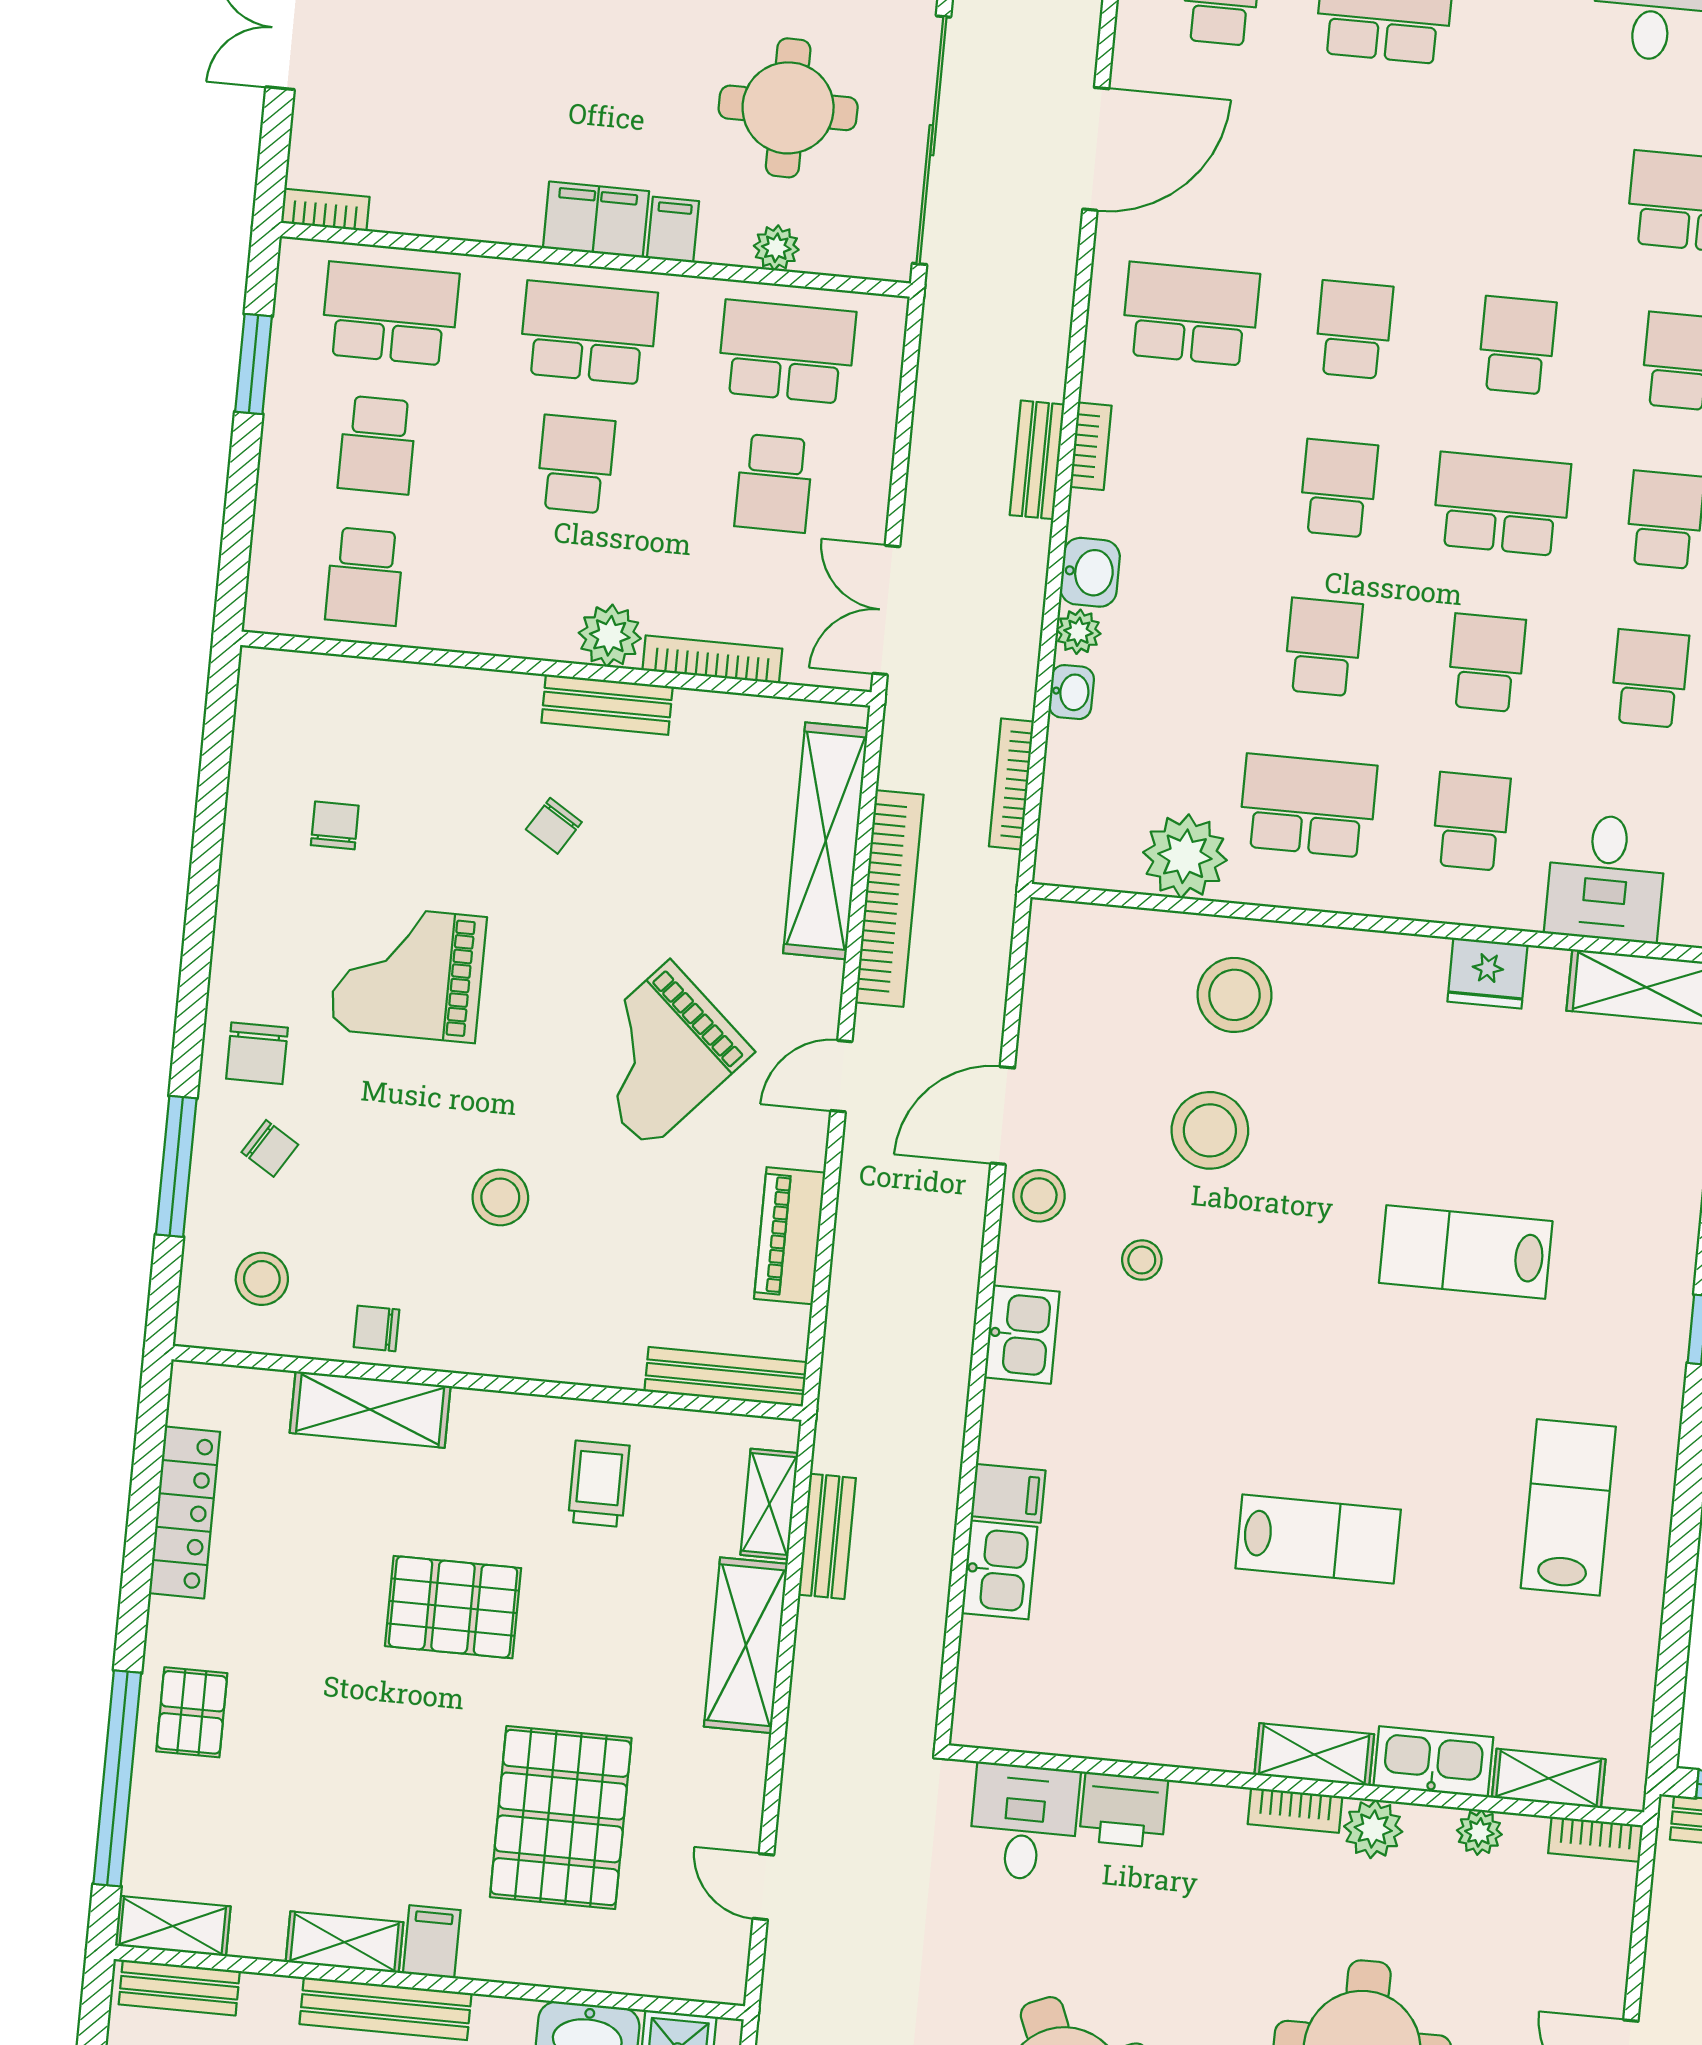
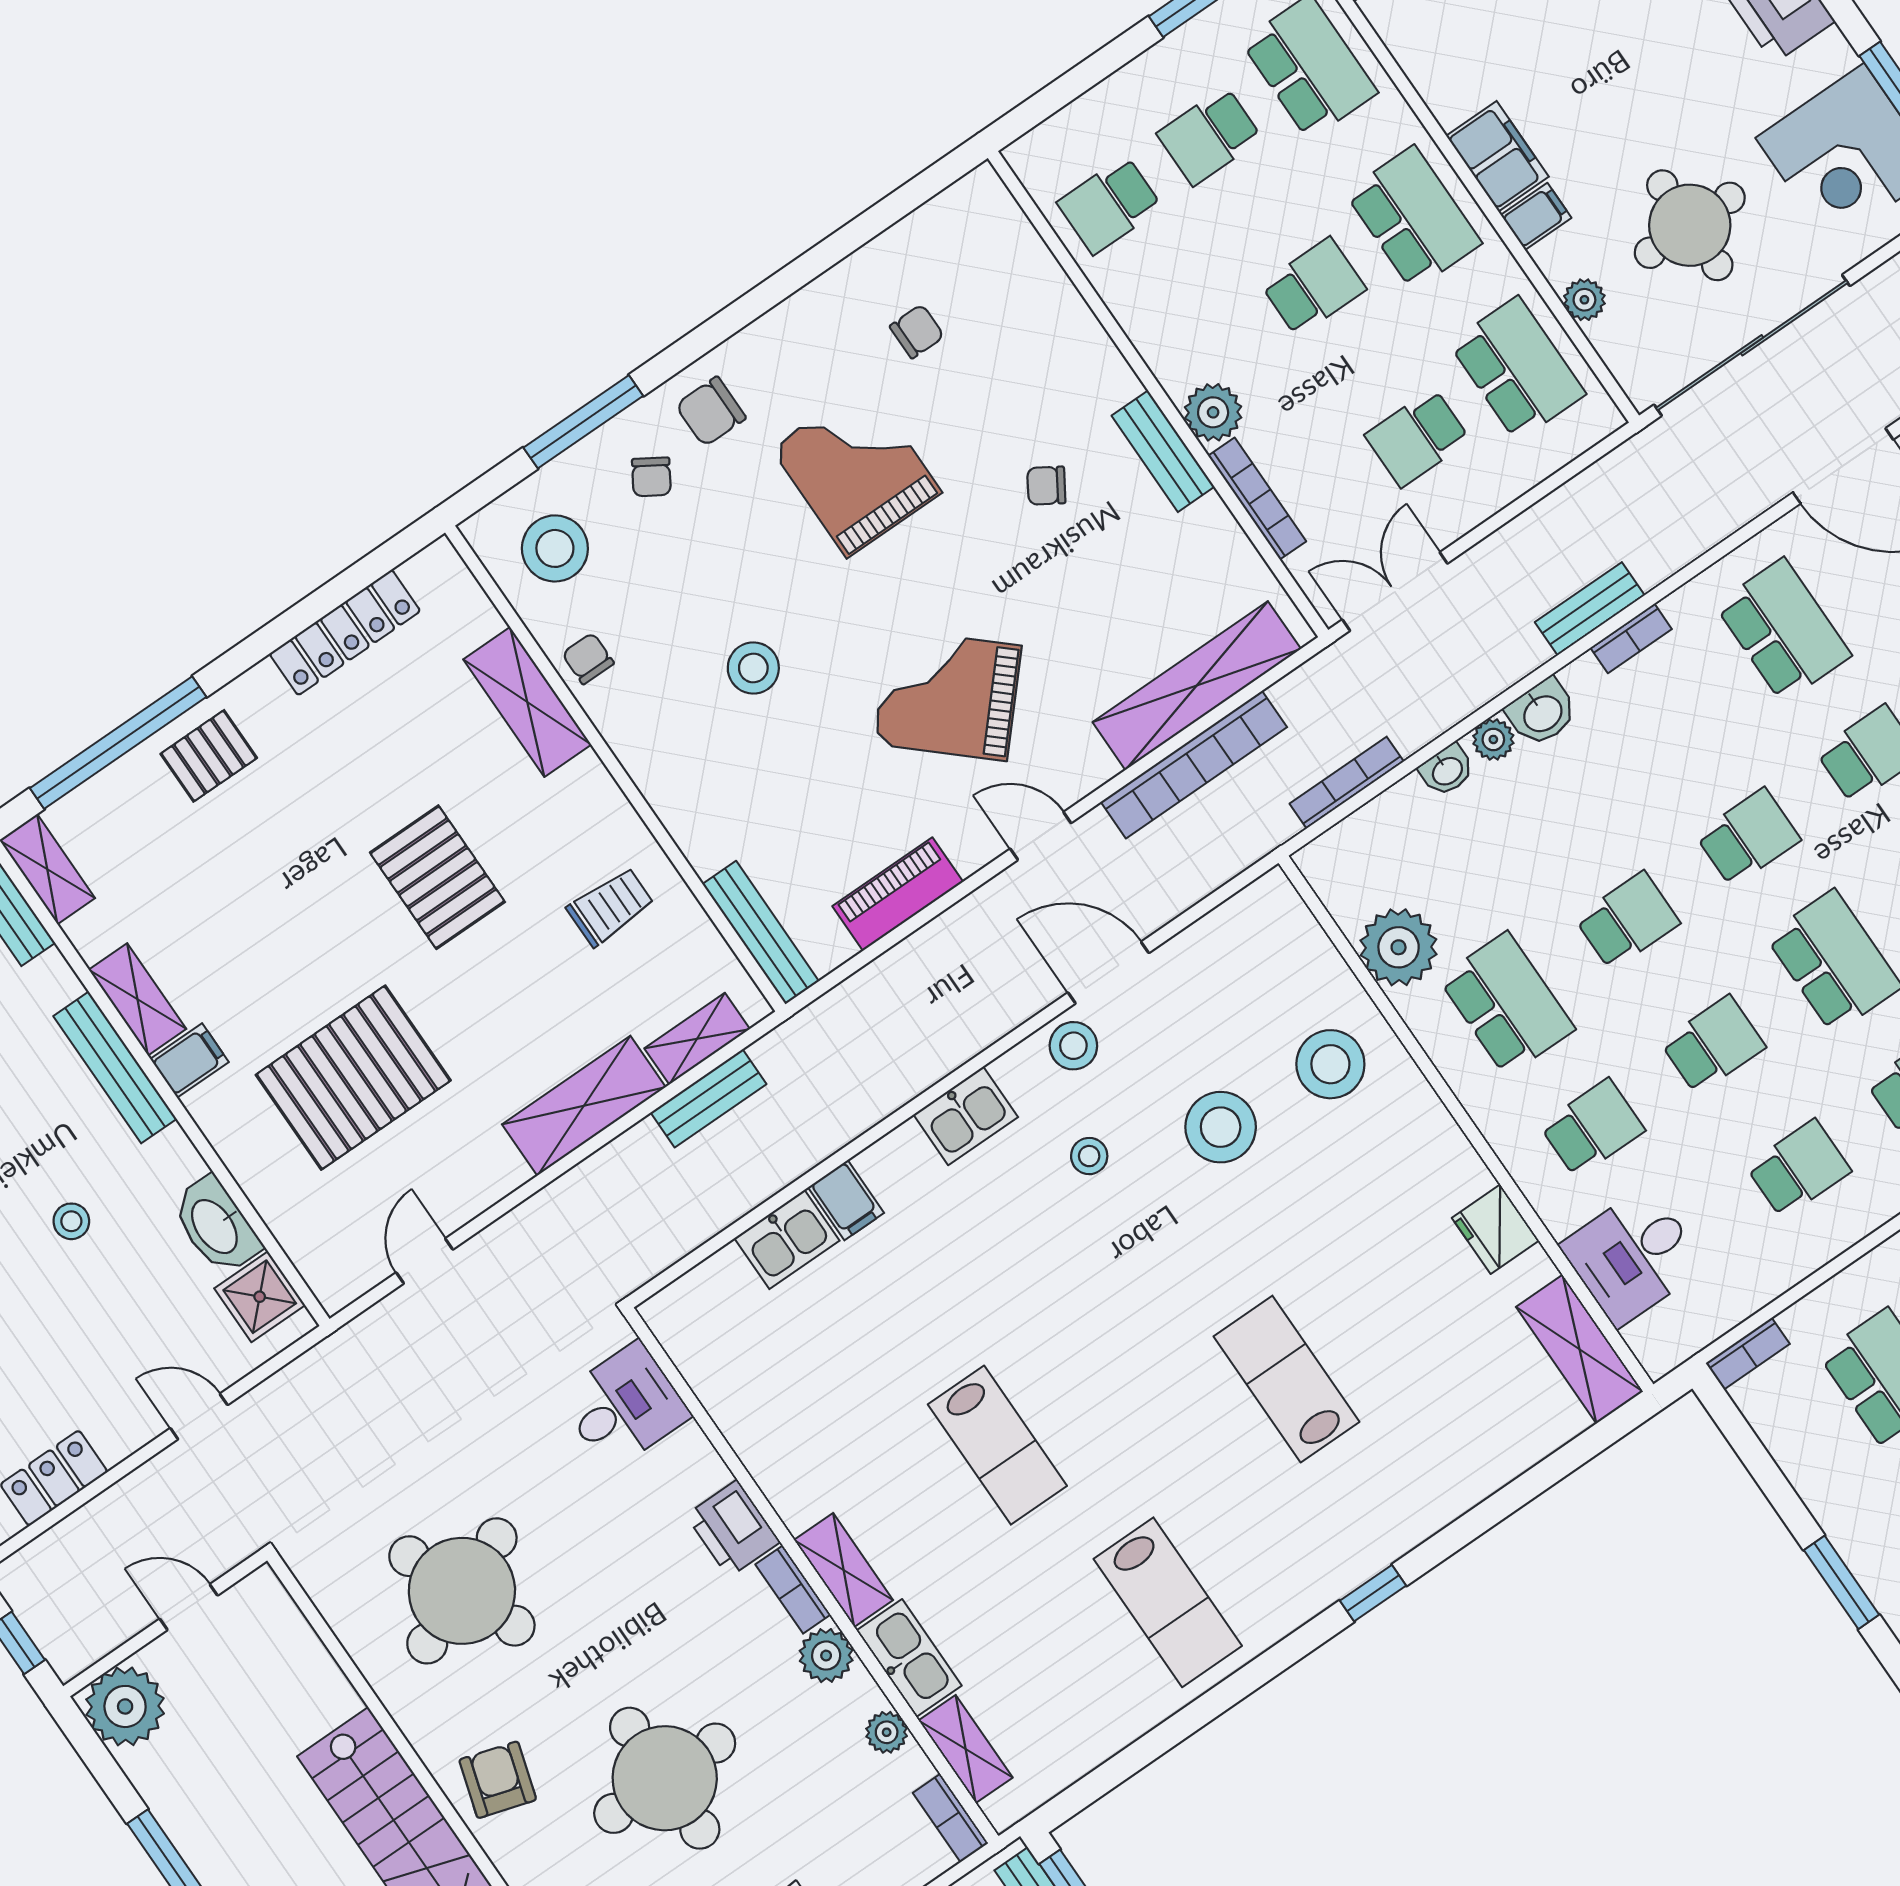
stool: (262, 1279) -> (555, 548), width x1.38, depth x1.38
lab bench: (1568, 1507) -> (1168, 1602), turned 90
printer: (1124, 1810) -> (733, 1529), moved

